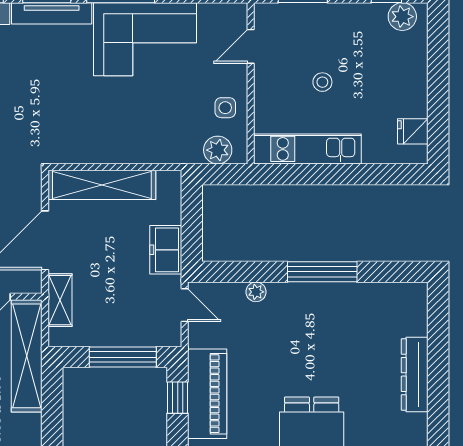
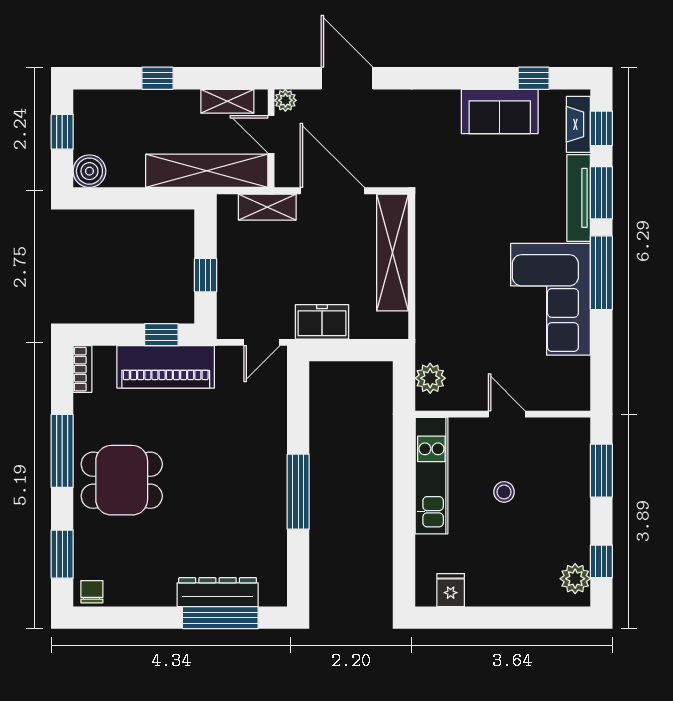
door: (251, 46) -> (507, 414), moved
side table: (225, 108) -> (476, 386), removed
plant: (256, 292) -> (276, 420), removed
window: (438, 343) -> (220, 618), added
window: (123, 357) -> (205, 275), width x0.46
dresser: (415, 374) -> (218, 592), moved

